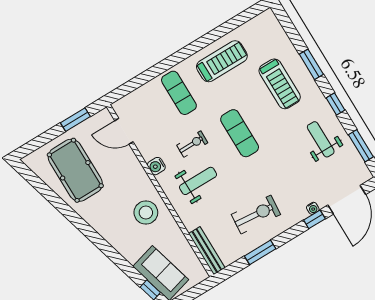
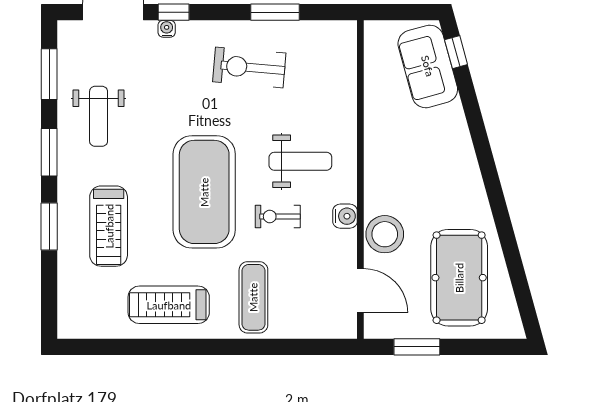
treadmill: (280, 84) -> (109, 226), turned 180
window: (335, 104) -> (49, 152), width x1.50
exercise mat: (240, 133) -> (204, 192), width x2.00, depth x1.45
weight bench: (198, 181) -> (300, 161), turned 180
stool: (146, 213) -> (385, 234), moved
bench: (207, 251) -> (346, 59), removed

